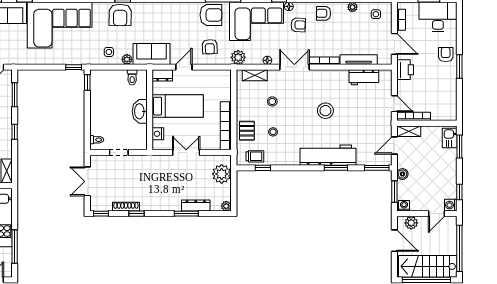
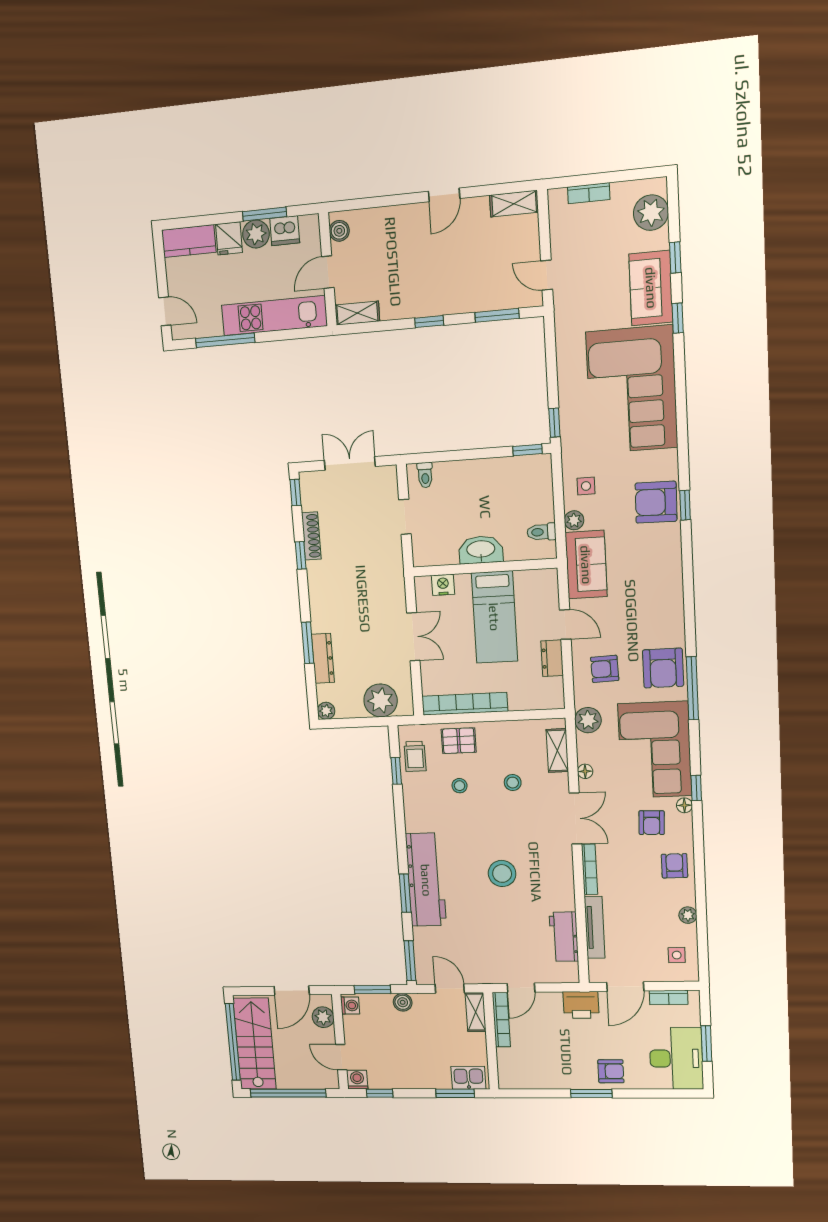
dresser: (162, 75) -> (552, 658), moved

